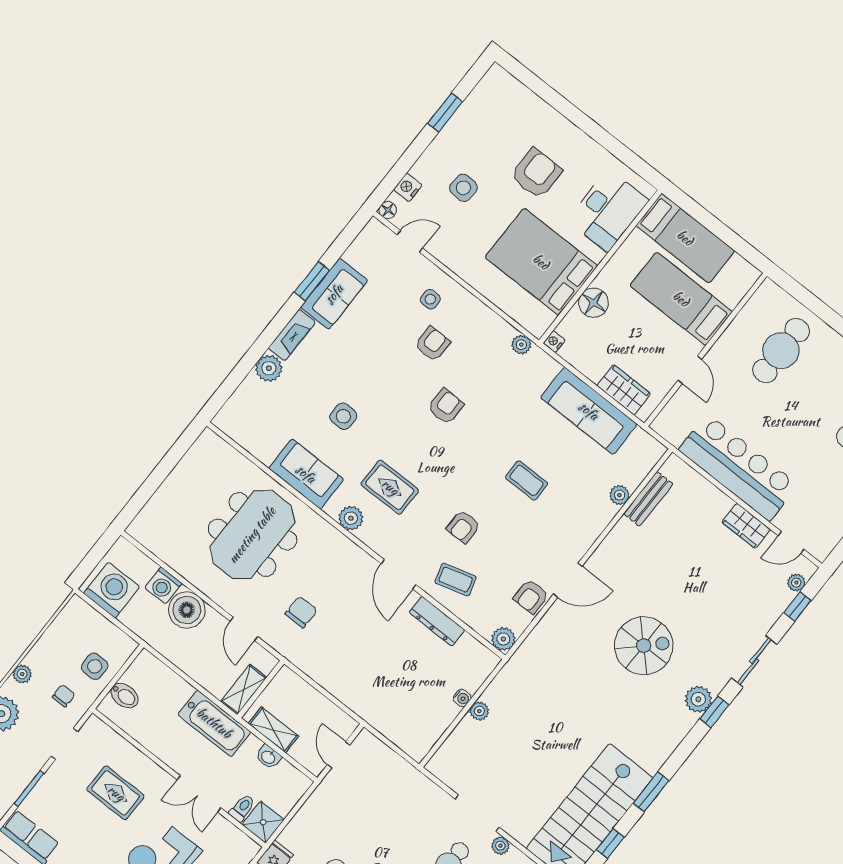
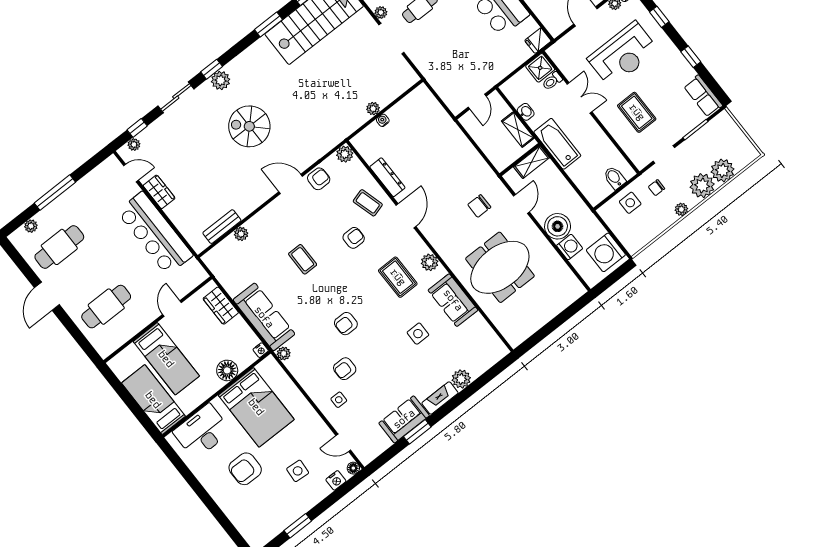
sofa: (589, 411) -> (264, 317), moved

